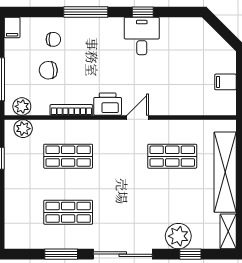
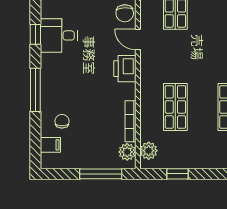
filing cabinet: (12, 28) -> (50, 145), moved
chair: (48, 70) -> (125, 13), moved
bookcase: (71, 110) -> (130, 121), moved

